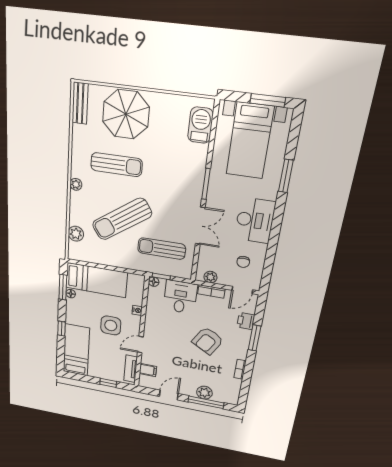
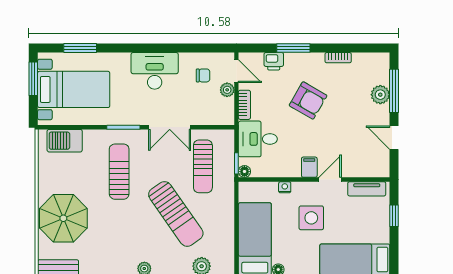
sun lounger: (116, 165) -> (119, 172), moved
window: (286, 176) -> (80, 48), moved
double door: (200, 226) -> (170, 127), swing flipped
plant: (210, 277) -> (227, 90), moved
door: (140, 345) -> (330, 180), swing flipped
filing cabinet: (148, 370) -> (309, 167), moved

